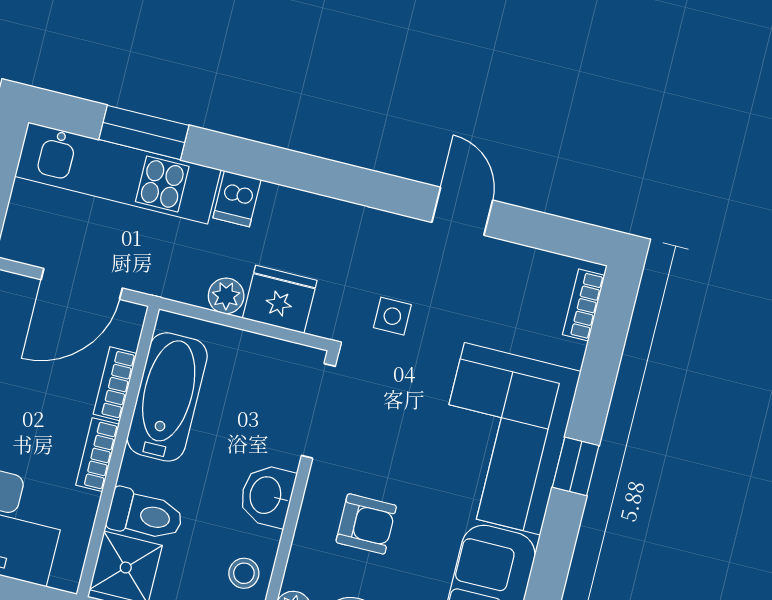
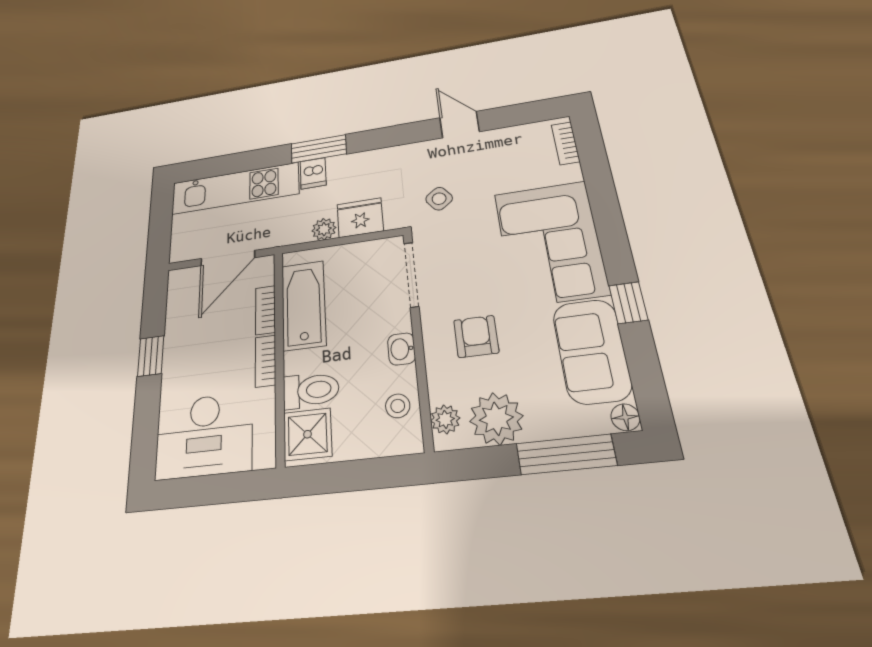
window: (144, 132) -> (319, 149), moved
side table: (392, 316) -> (439, 199), turned -37
window: (576, 466) -> (628, 303), moved
washbasin: (267, 495) -> (402, 349), width x0.72, depth x0.69
armchair: (366, 524) -> (476, 336), turned -90

